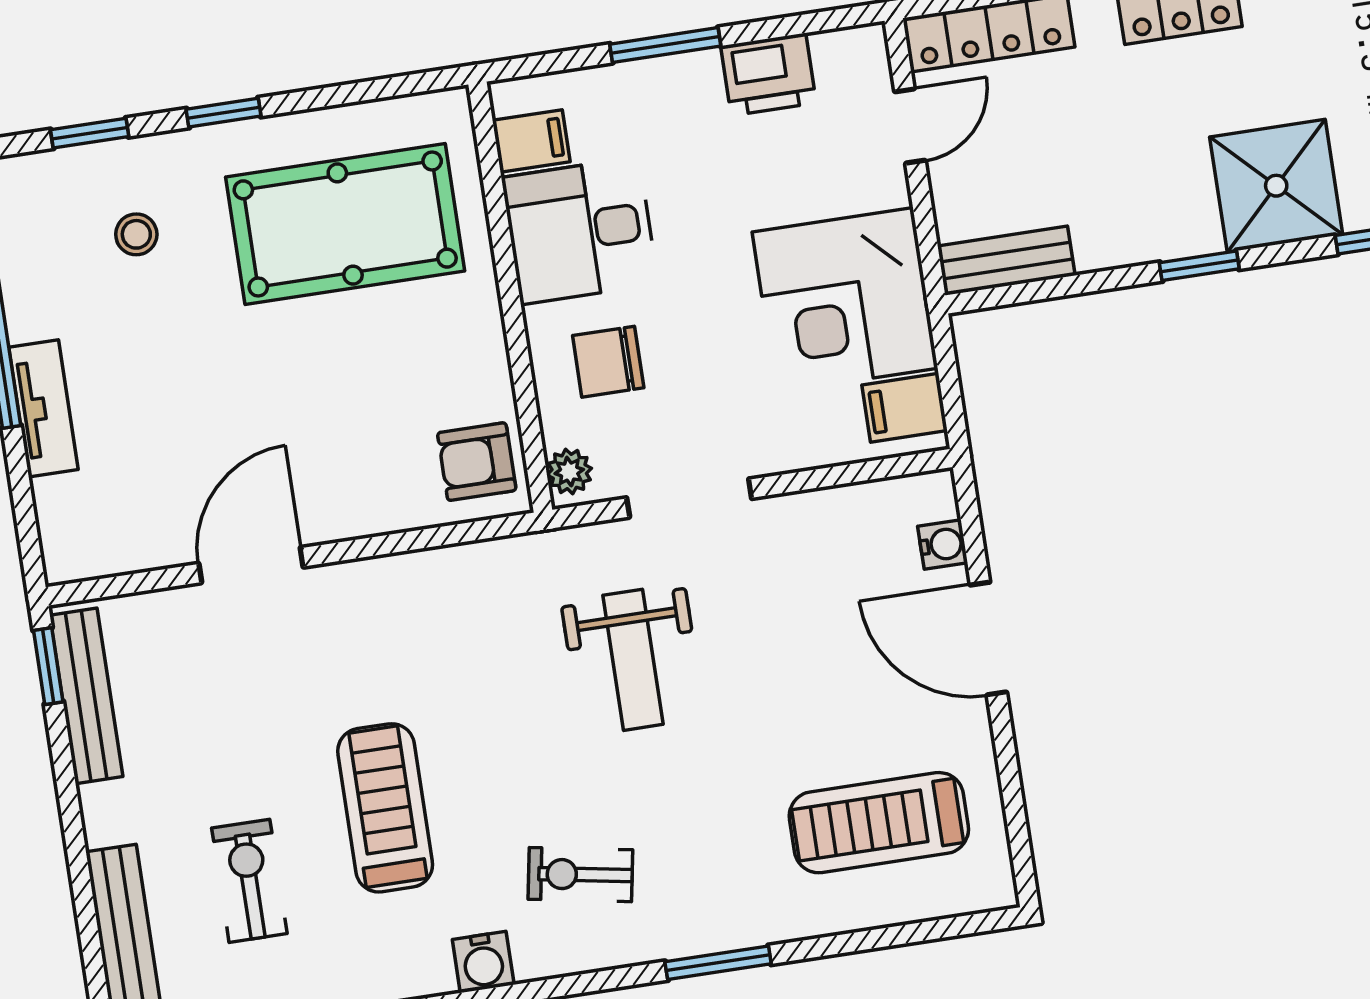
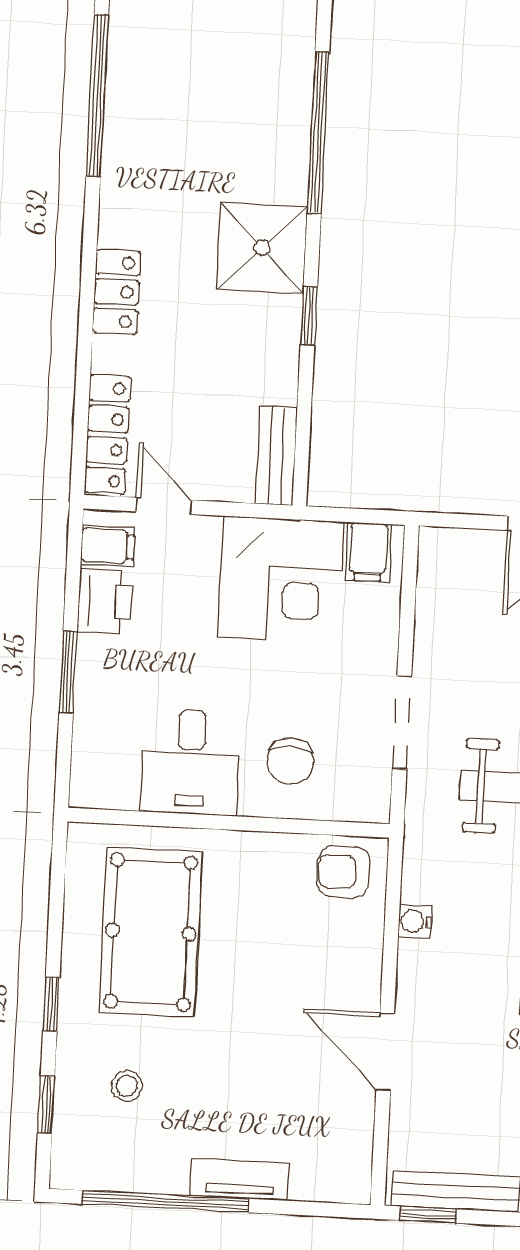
filing cabinet: (531, 141) -> (108, 546), moved, turned 90
armchair: (477, 462) -> (344, 872), turned 90
plant: (569, 472) -> (365, 806), removed
water cooler: (943, 545) -> (415, 921), moved, turned -90

